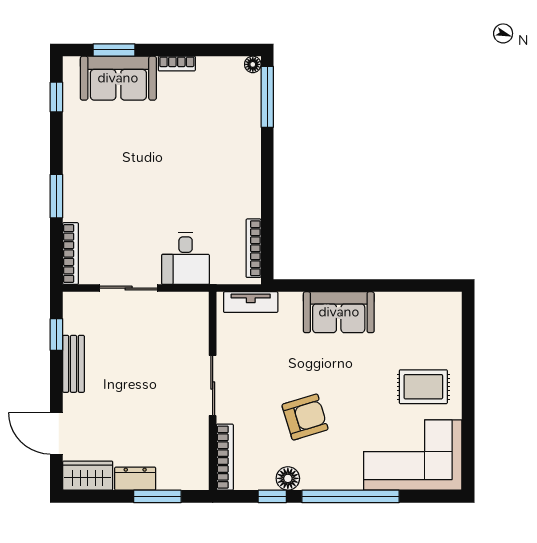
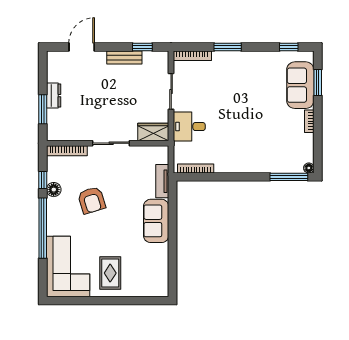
tv unit: (251, 302) -> (162, 181), moved
wardrobe: (88, 476) -> (153, 132), moved, turned -90

